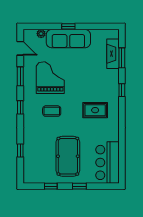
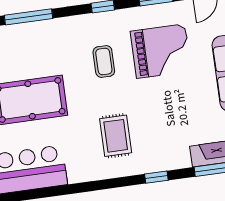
window: (20, 151) -> (29, 17), width x2.17

